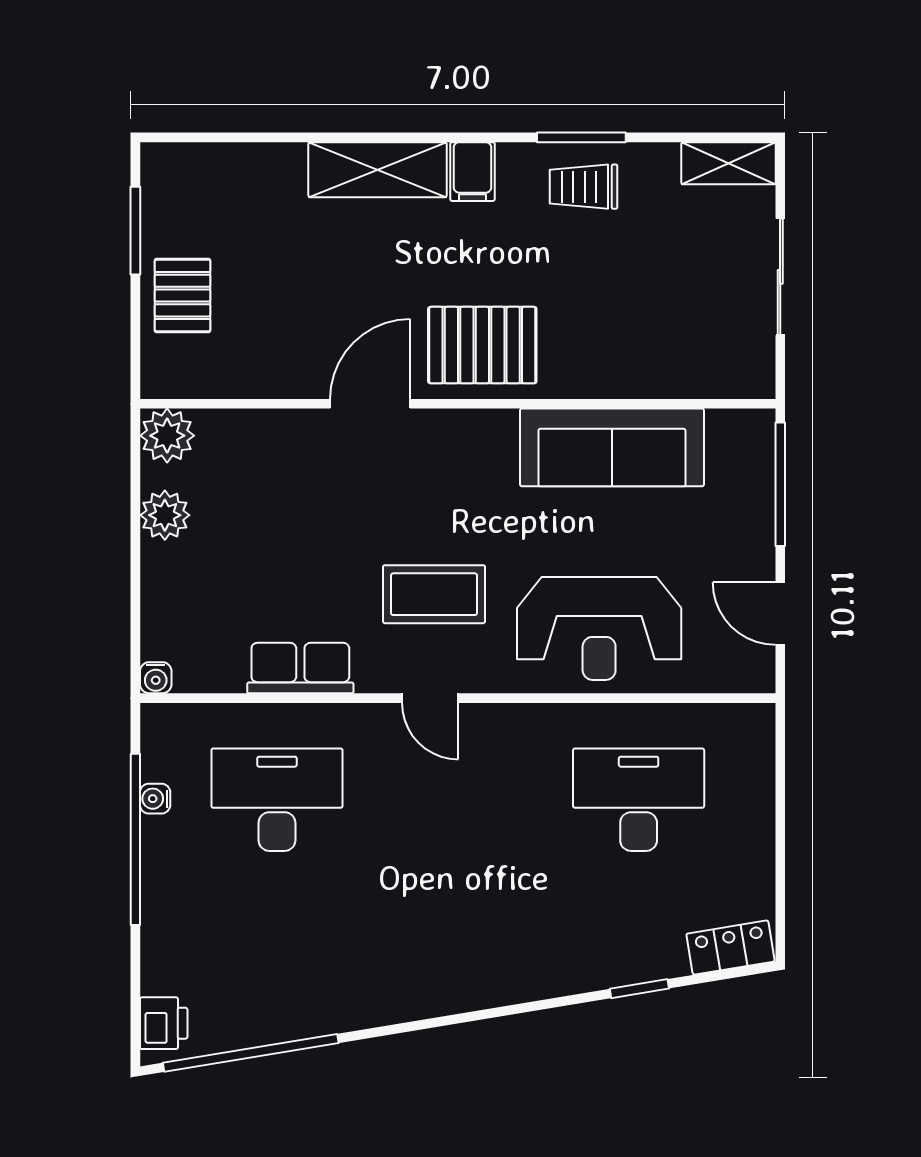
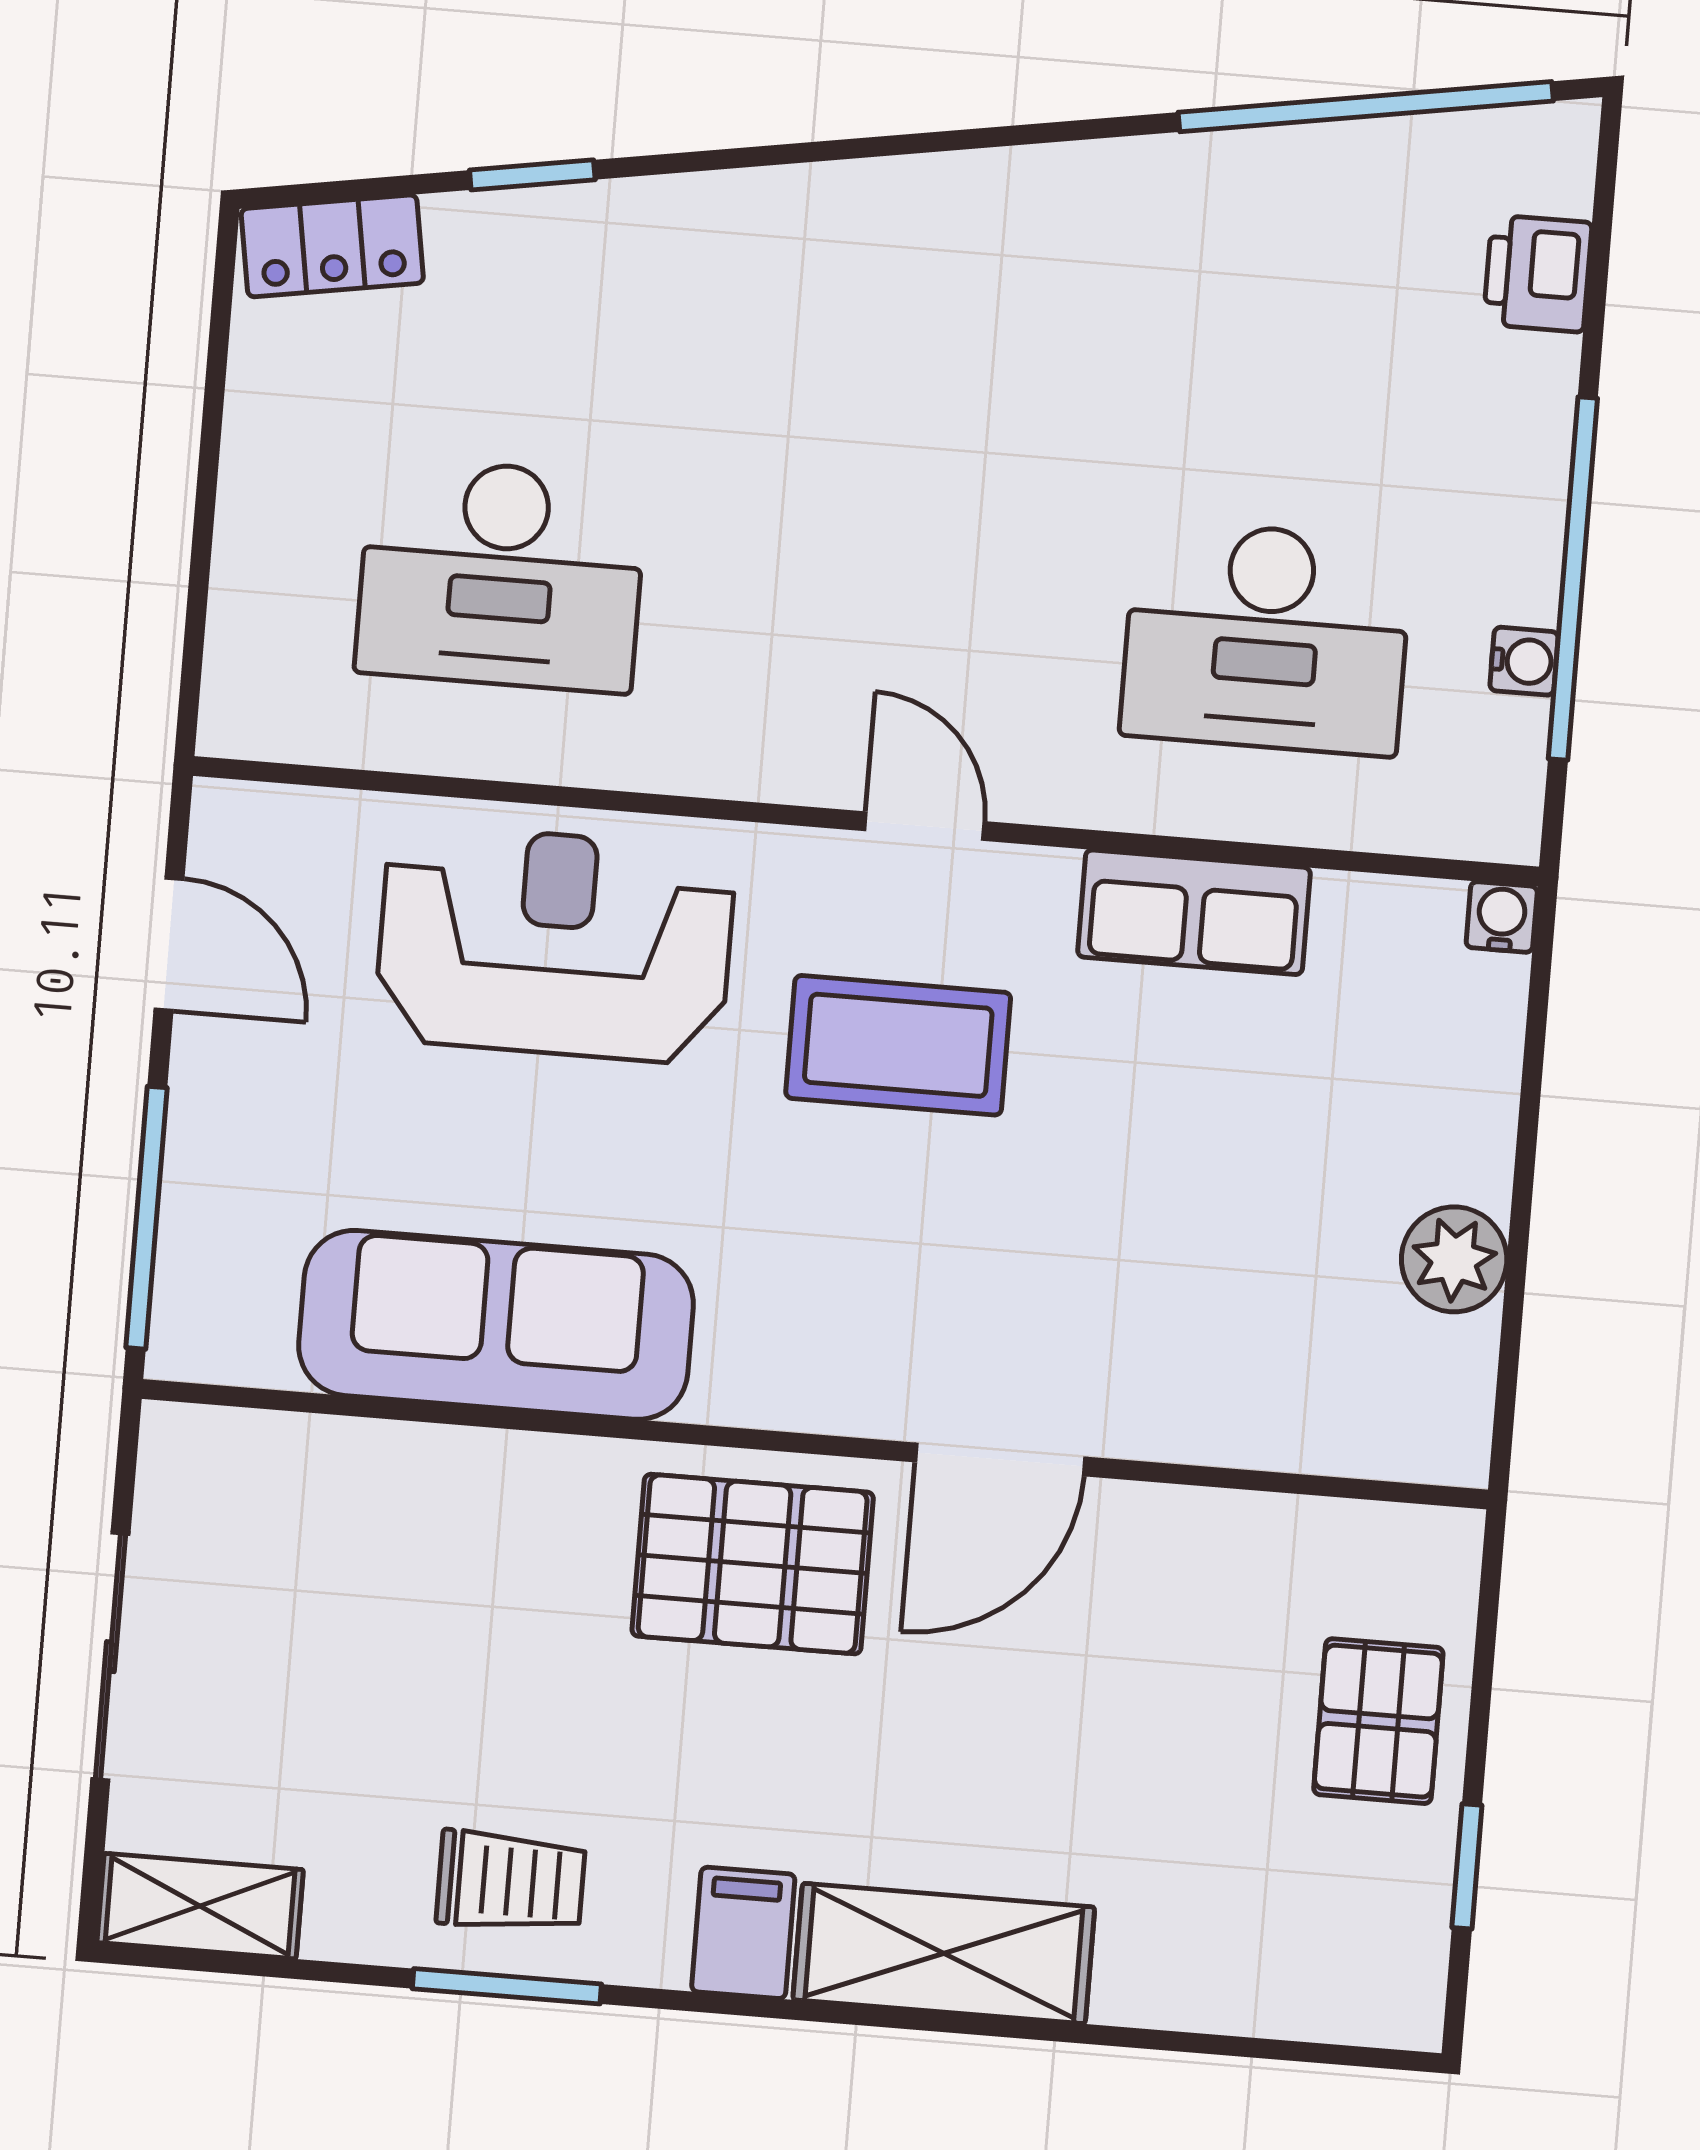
window: (135, 231) -> (1467, 1866), width x0.67
plant: (167, 436) -> (1435, 1427), removed
printer: (164, 1023) -> (1538, 273), moved

